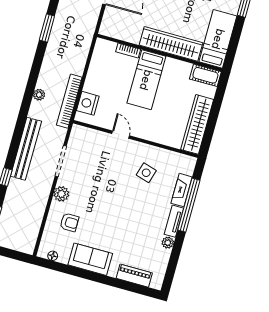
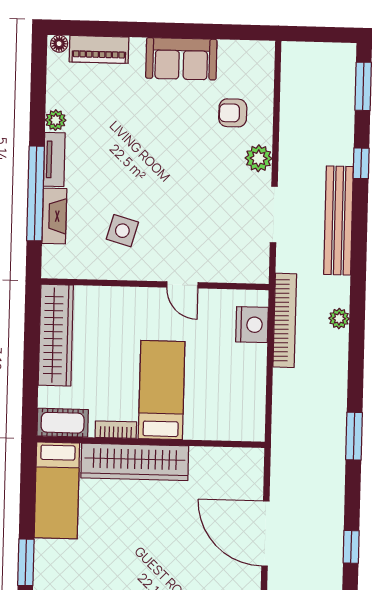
bookcase: (128, 51) -> (116, 430), moved
floor lamp: (53, 256) -> (59, 44), moved

